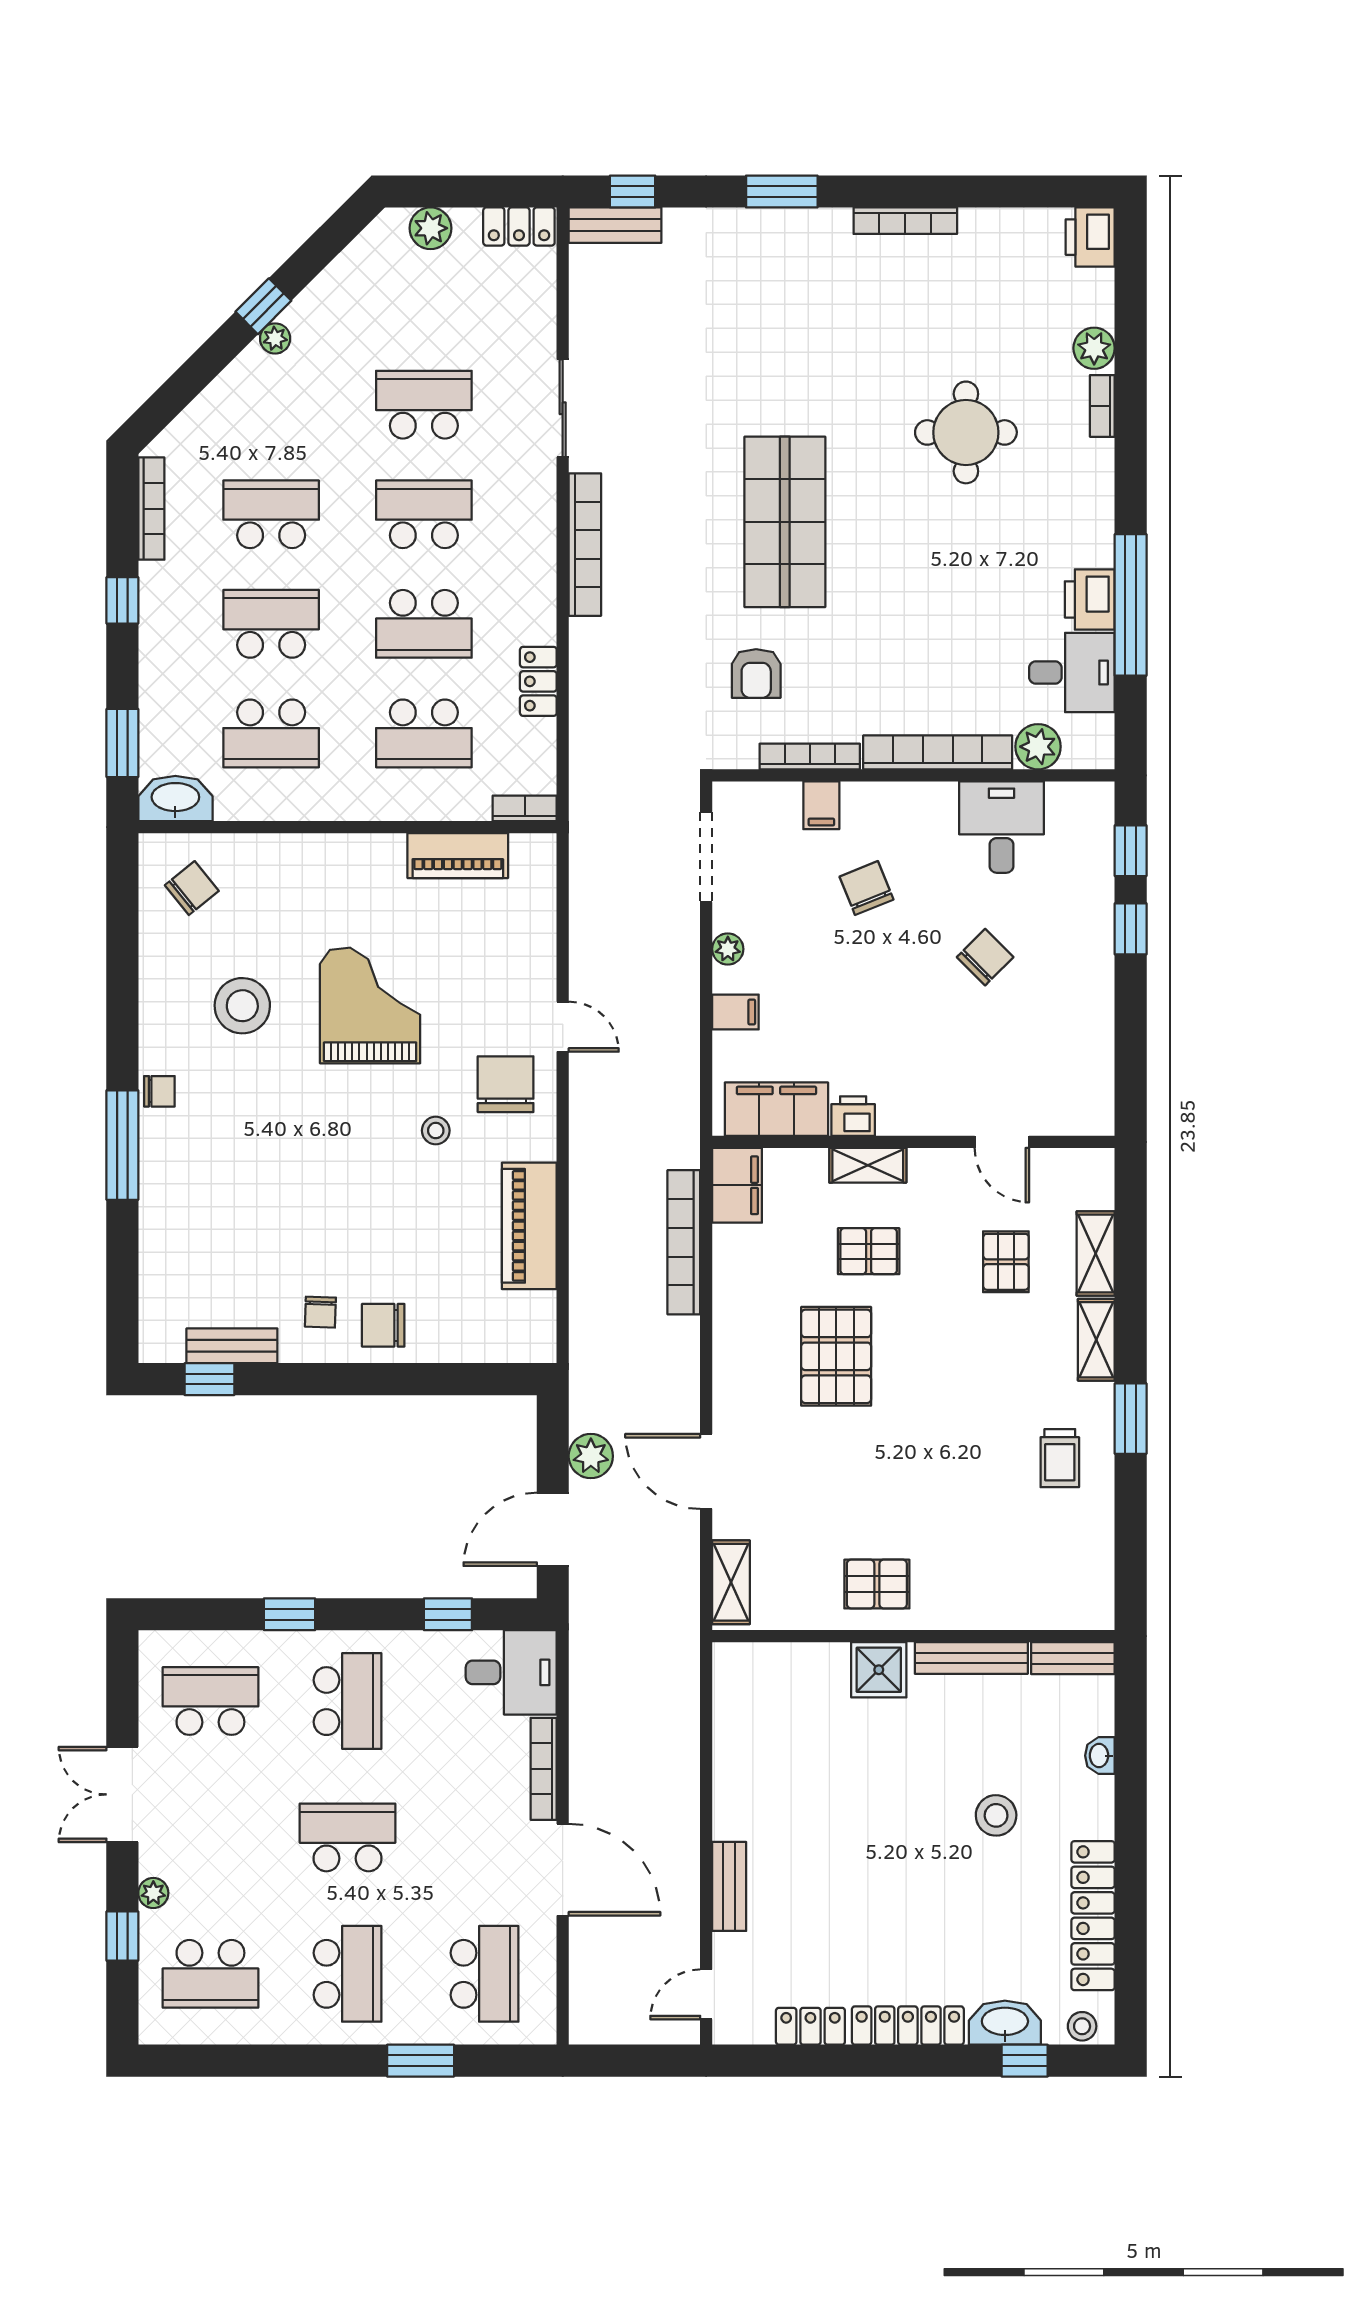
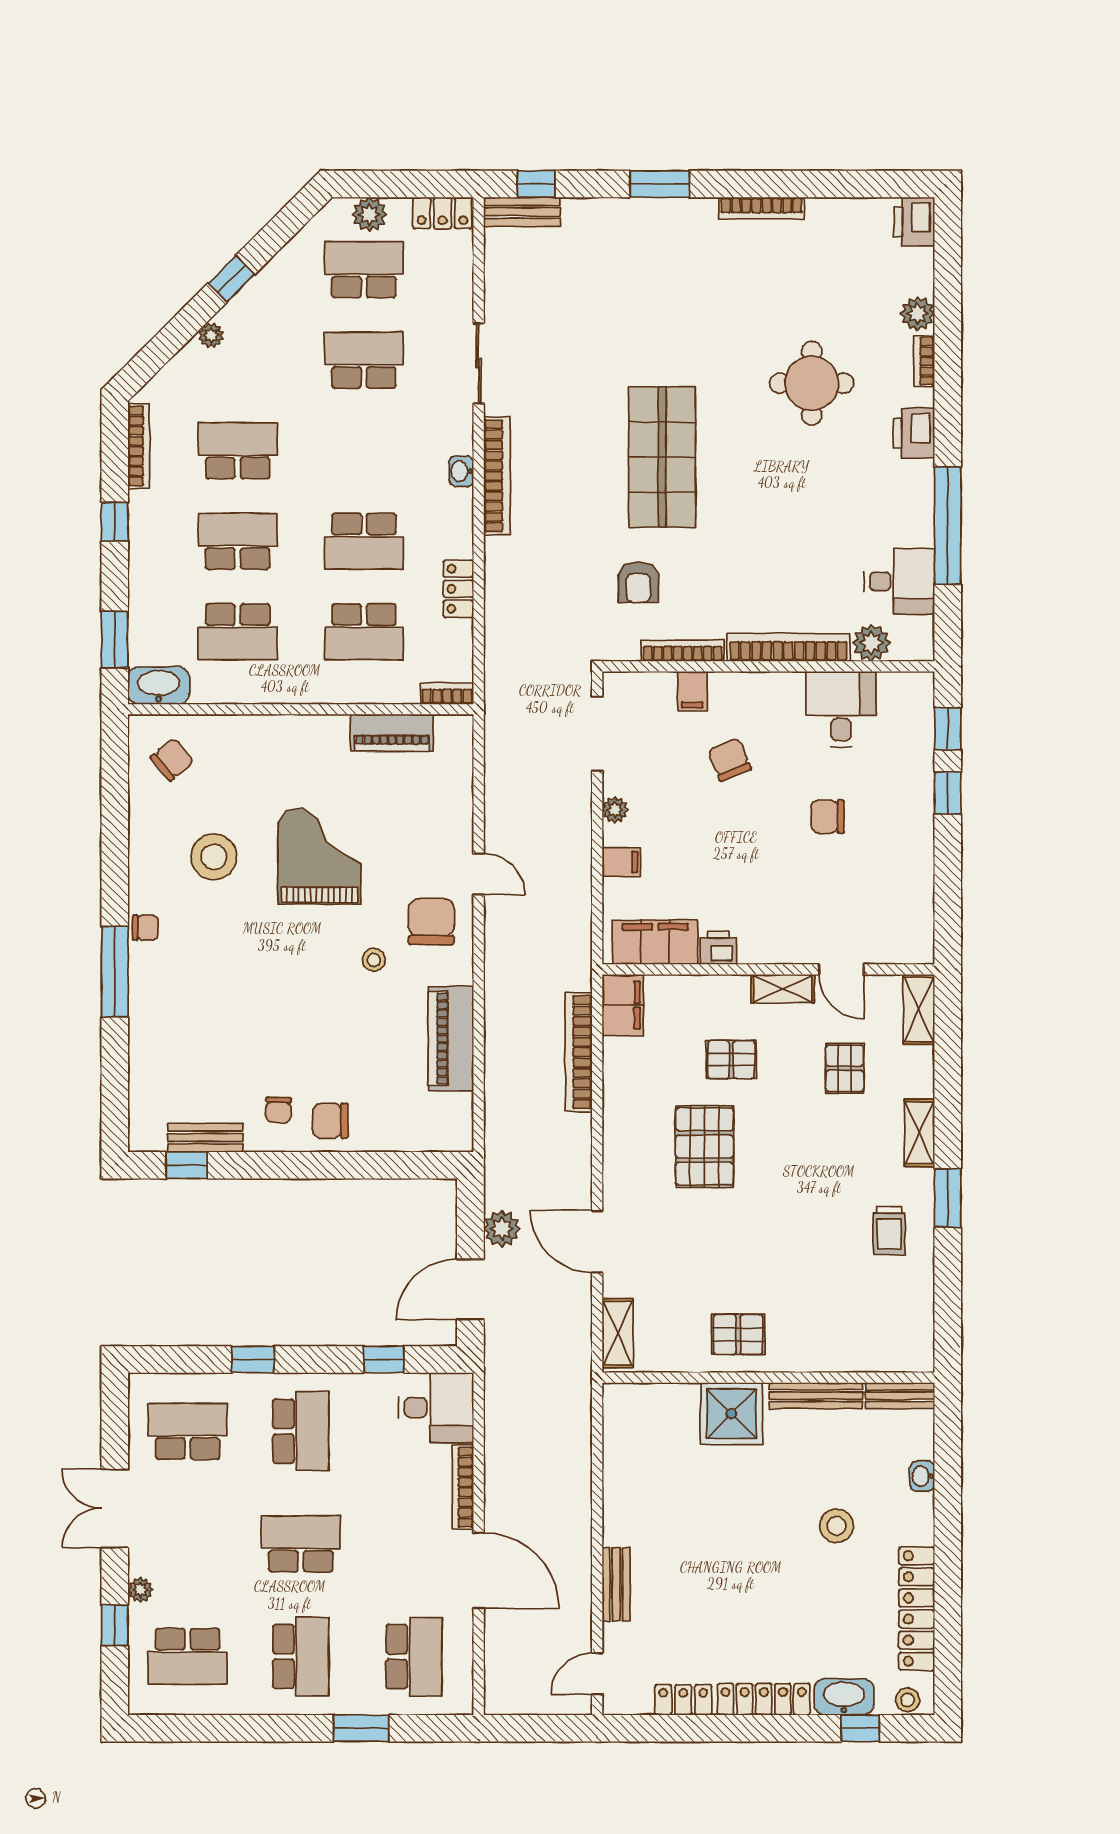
plant: (275, 338) -> (211, 335), moved
school desk: (424, 514) -> (364, 270), moved
washbasin: (542, 539) -> (461, 471), added
printer: (1090, 599) -> (914, 433), moved
chair: (985, 957) -> (828, 817), turned -135
shelving: (868, 1165) -> (783, 989), moved
shelving: (1096, 1254) -> (919, 1009), moved
shower: (879, 1670) -> (731, 1414), width x1.36, depth x1.36

